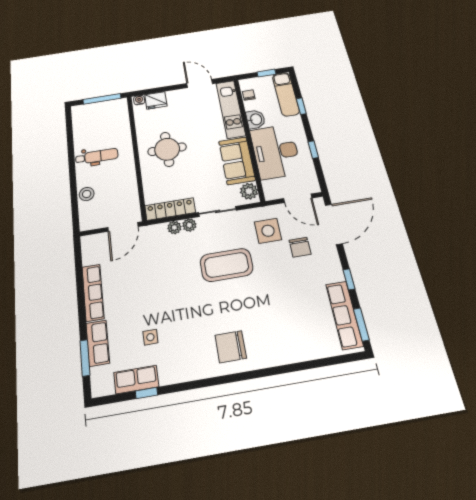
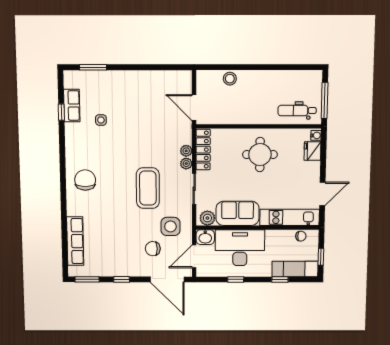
washbasin: (256, 119) -> (205, 237), moved
dental chair: (97, 156) -> (297, 111), moved, turned 90
row of seats: (93, 293) -> (143, 77), removed
row of seats: (344, 315) -> (75, 241), moved, turned 90
row of seats: (98, 343) -> (102, 78), removed

